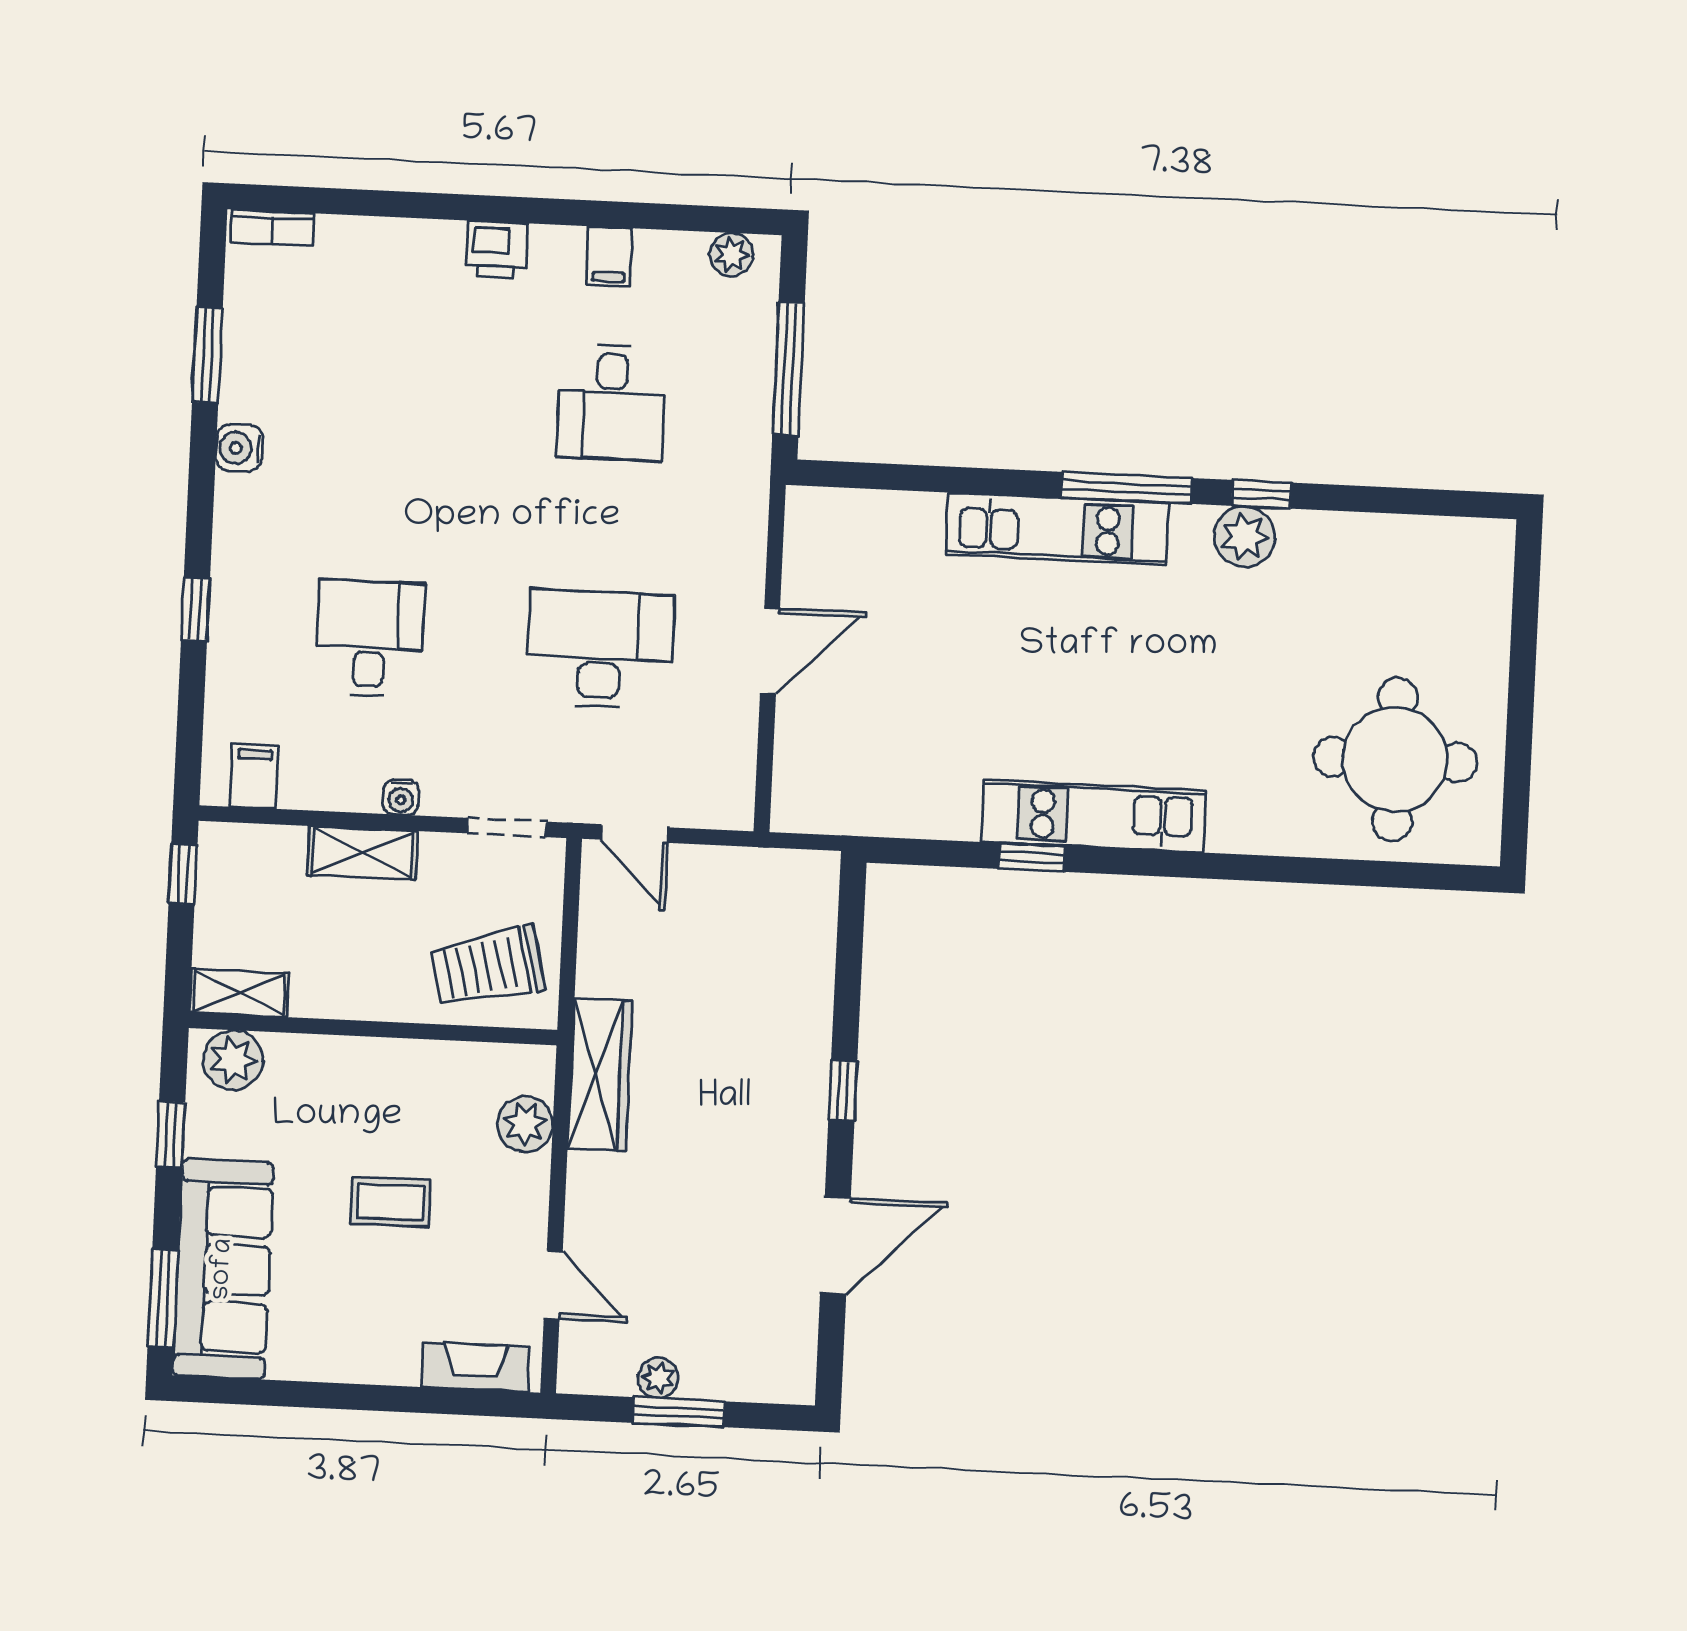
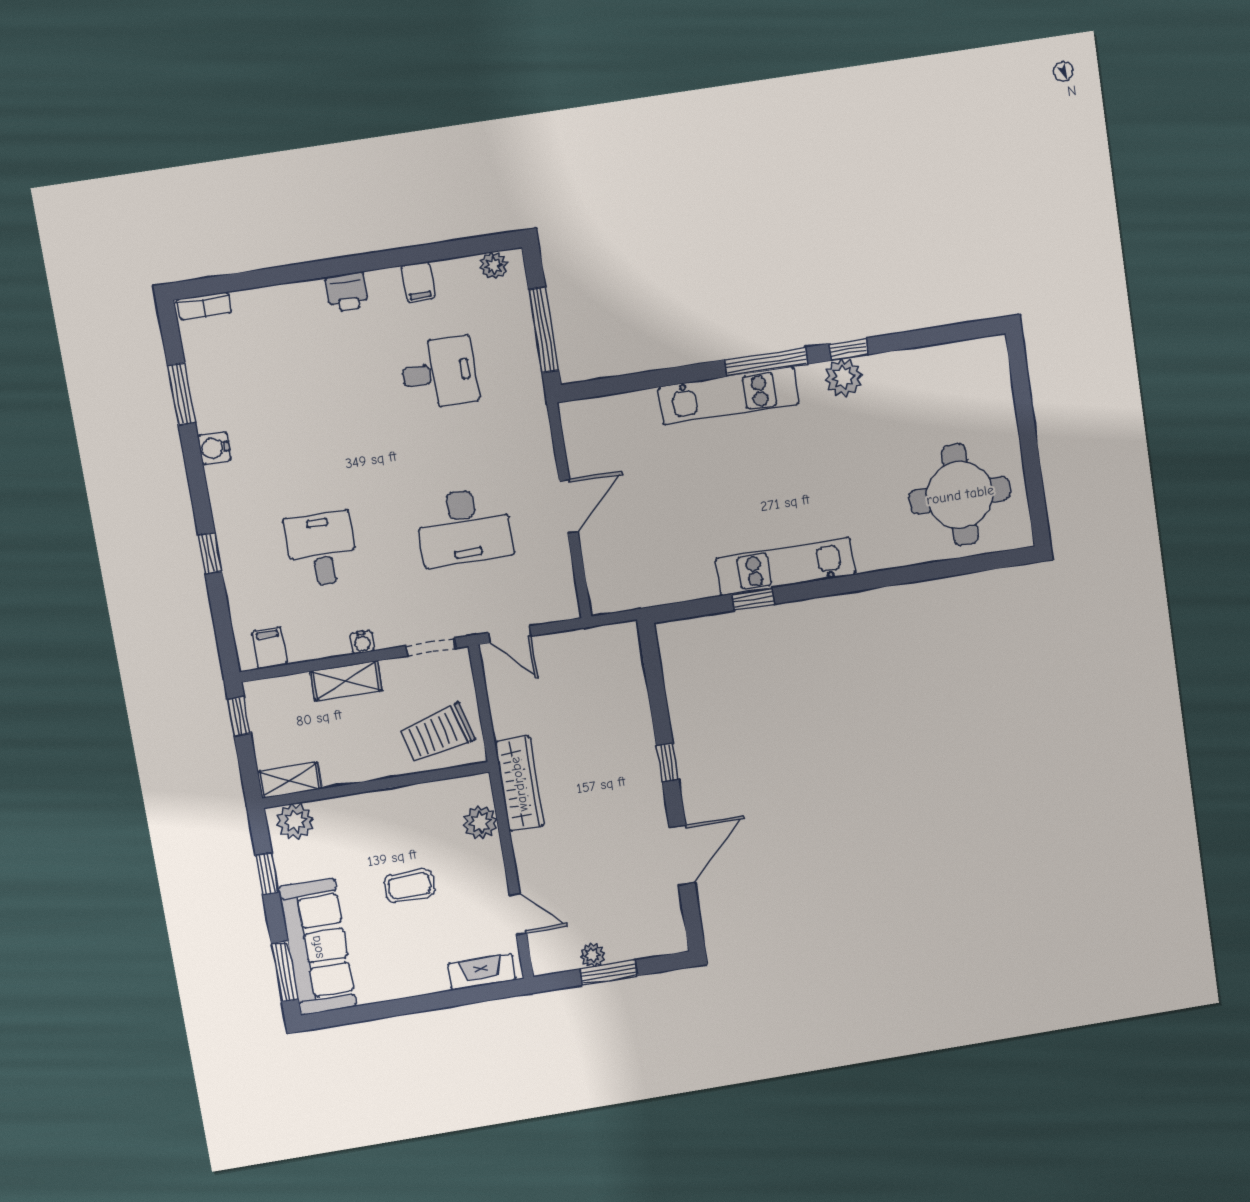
desk: (611, 402) -> (439, 373), turned -90
desk: (600, 649) -> (464, 527), turned 180

